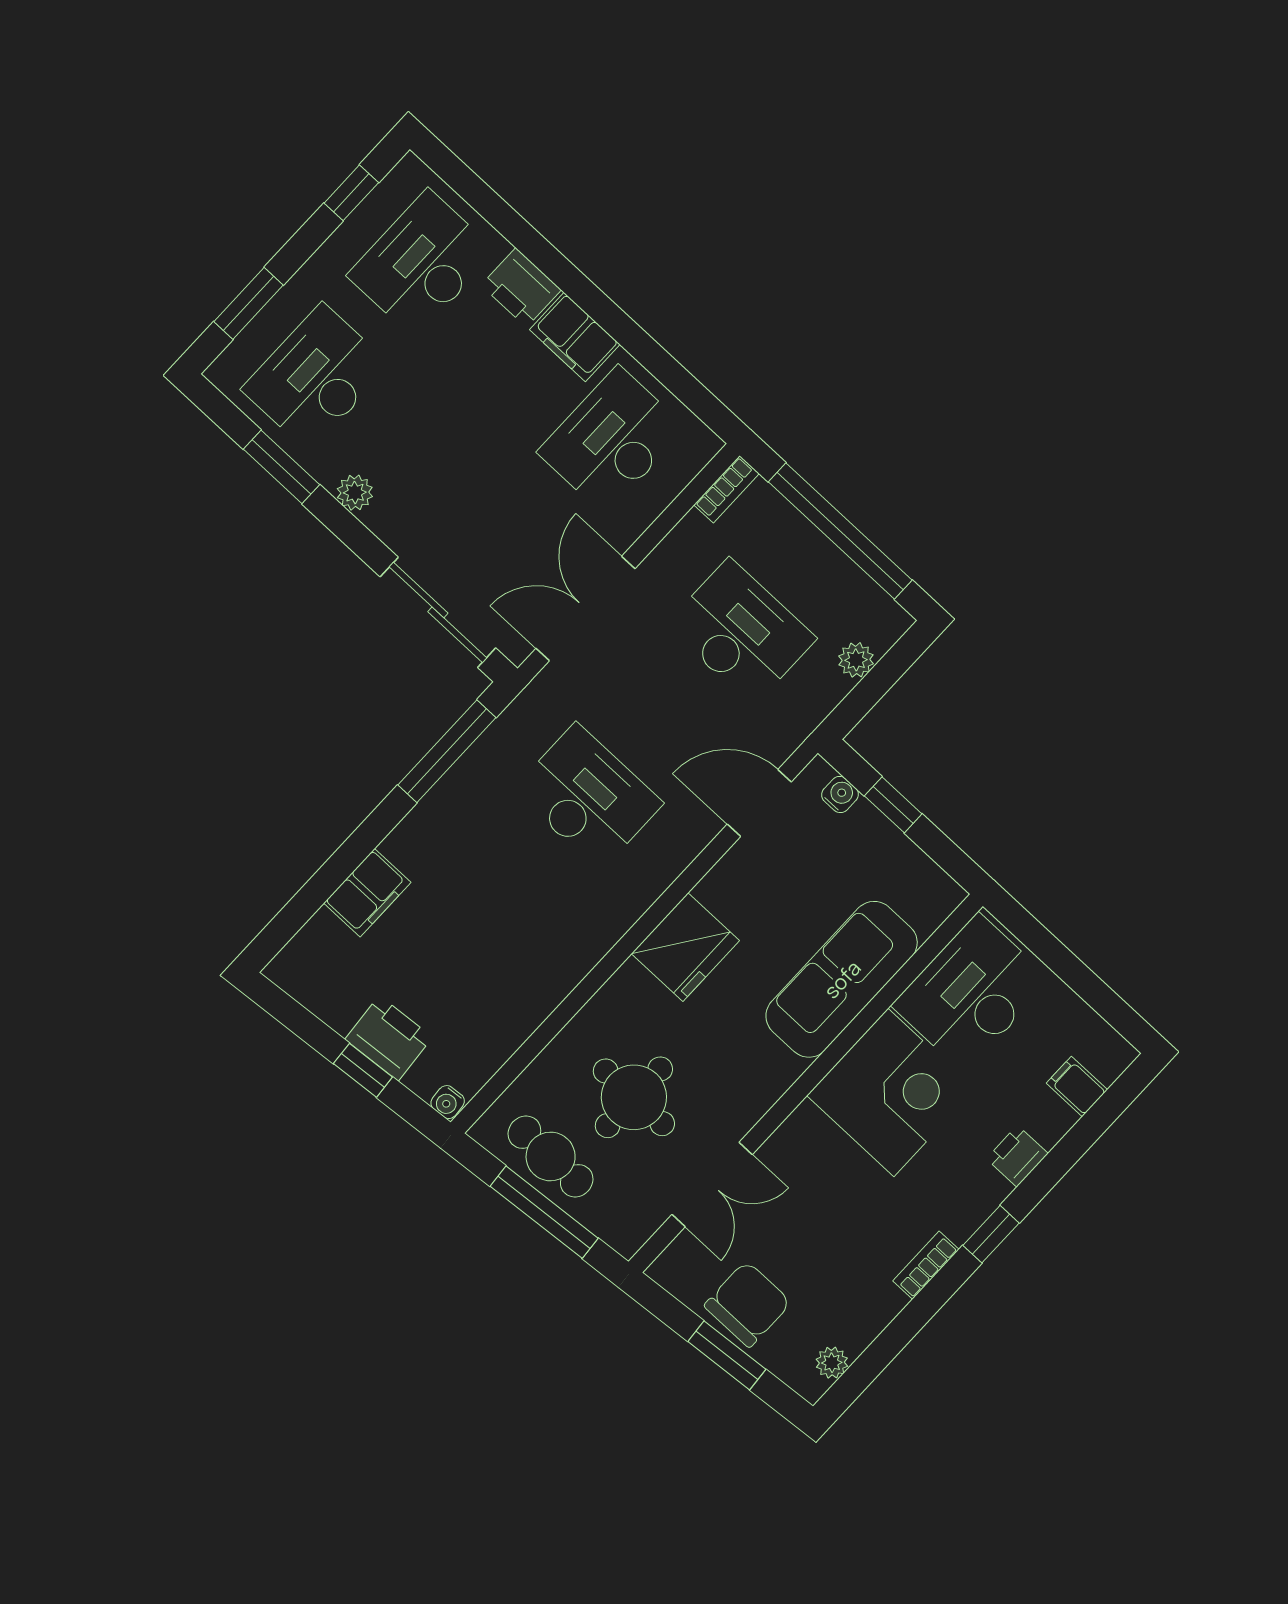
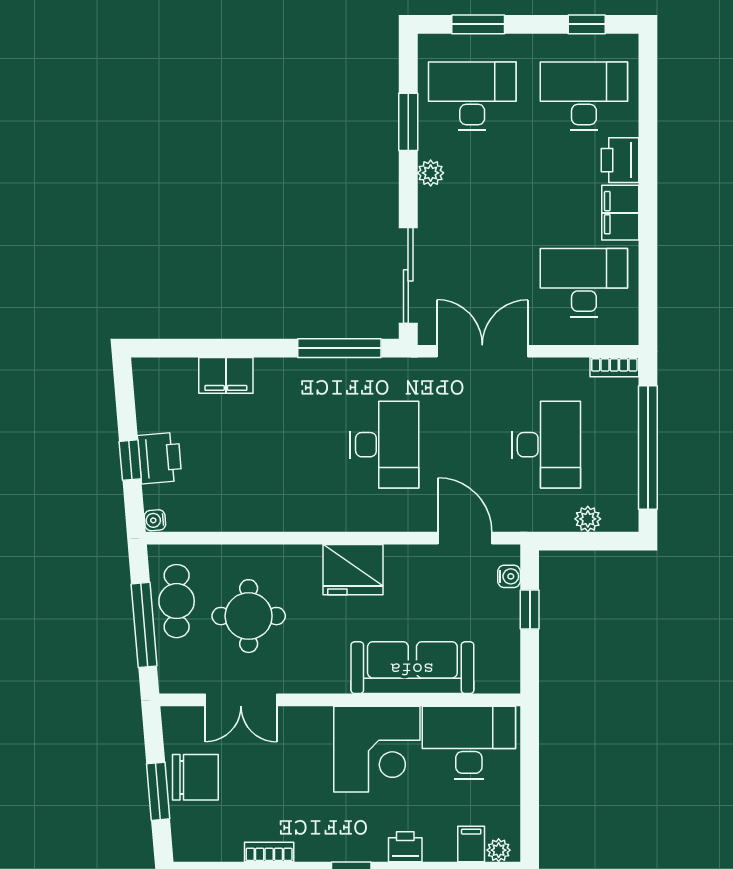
bookcase: (926, 1265) -> (269, 852), moved
plant: (832, 1363) -> (499, 850), moved

